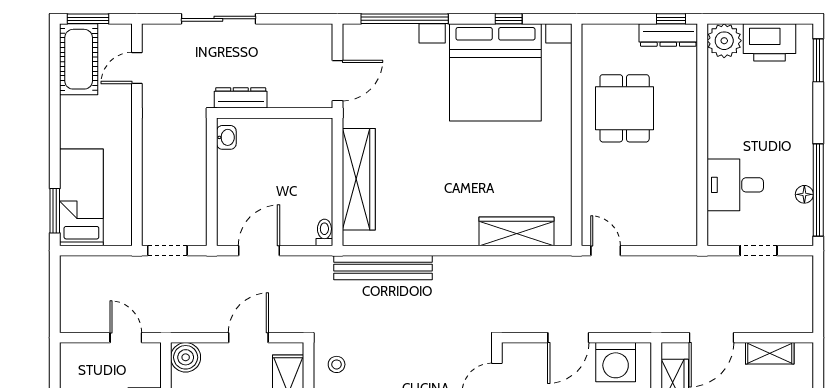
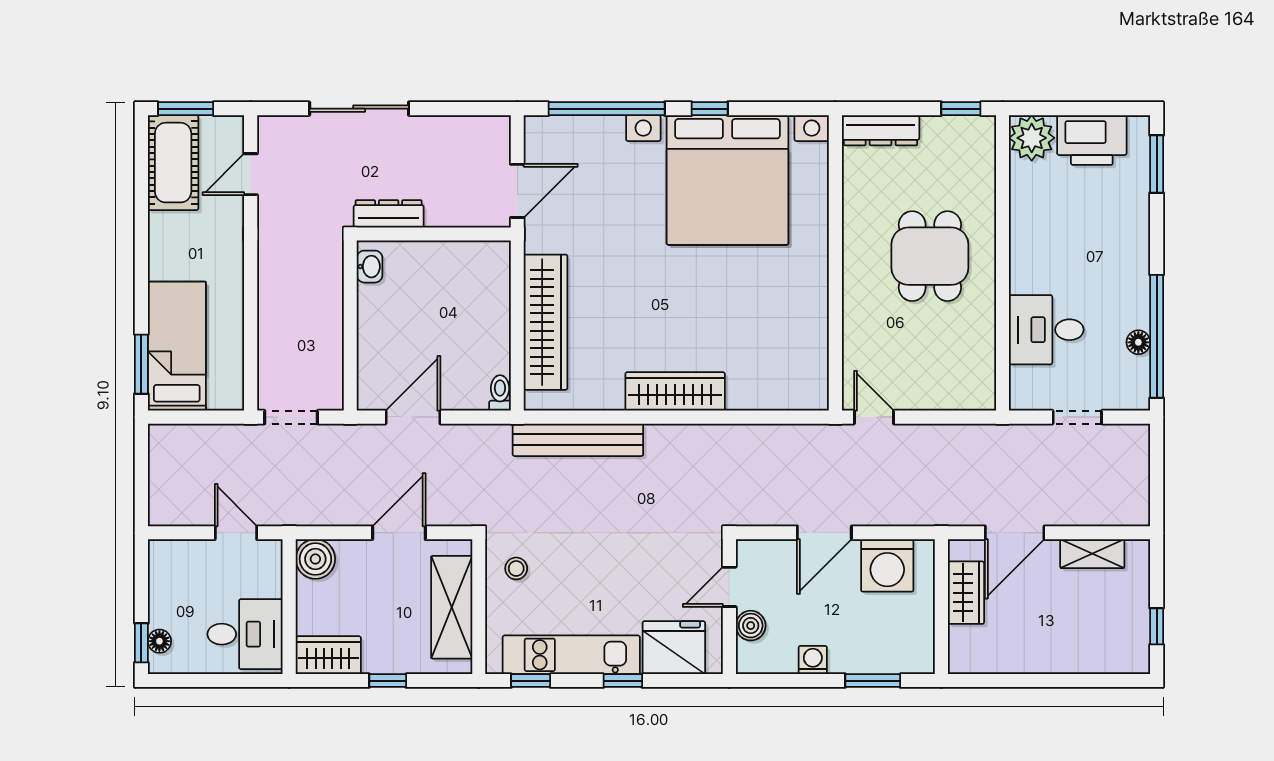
window: (509, 19) -> (710, 109), moved
dresser: (668, 35) -> (881, 130), moved
dining table: (625, 108) -> (930, 256), moved
wardrobe: (517, 231) -> (675, 391), moved

